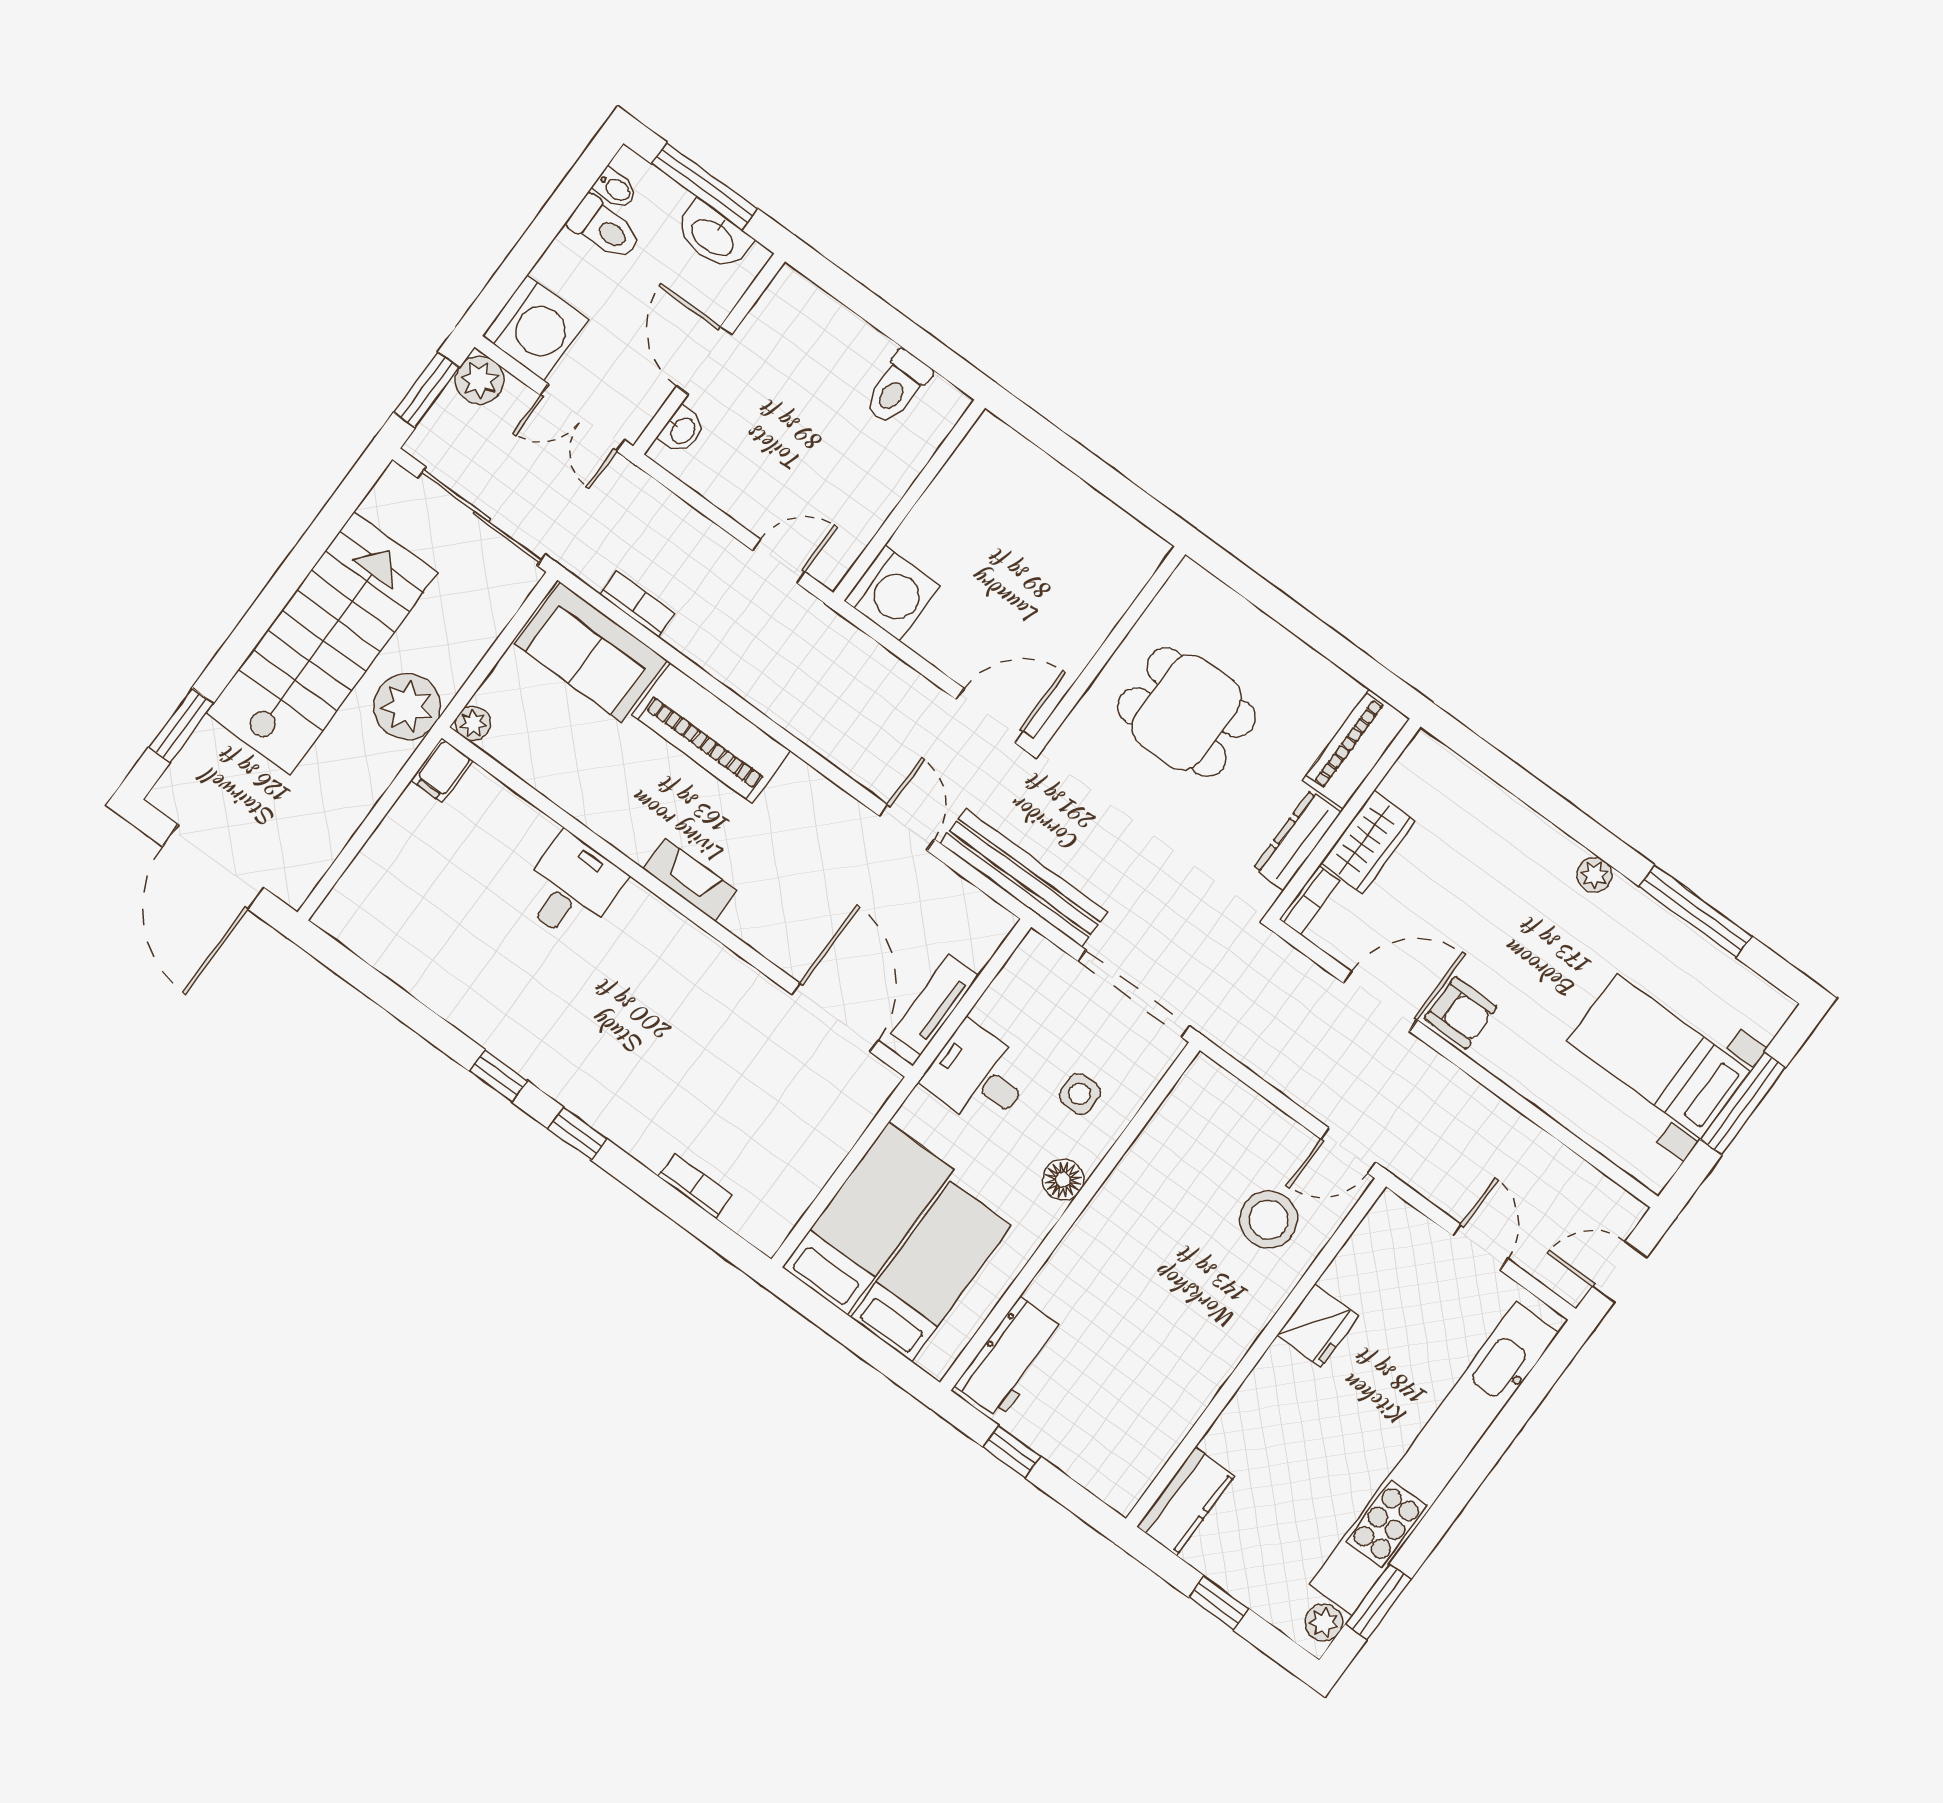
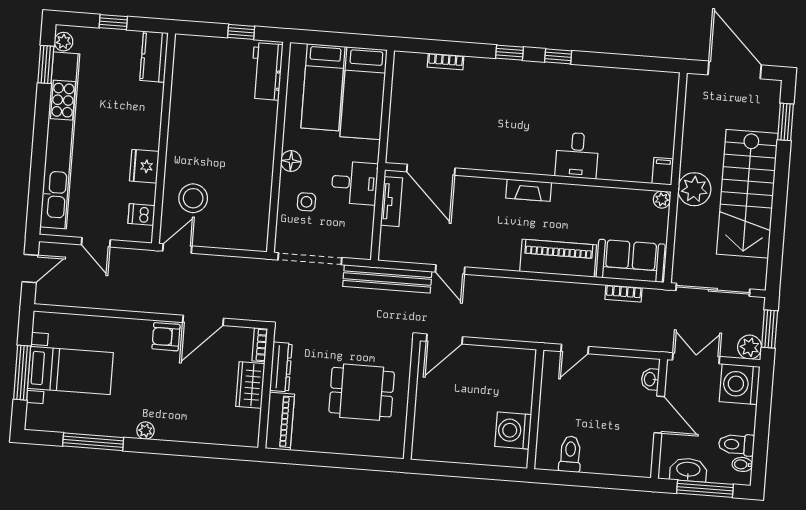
washing machine: (892, 593) -> (513, 430), moved
dishwasher: (1373, 1246) -> (141, 214), added

